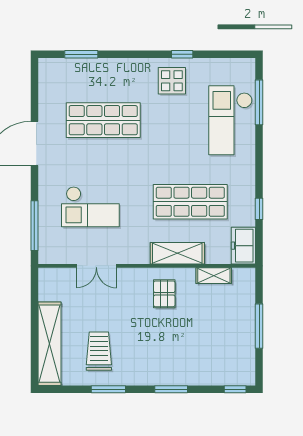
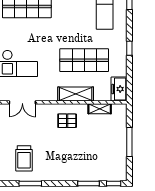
window: (259, 209) -> (129, 48), moved
pallet: (164, 294) -> (67, 121), turned 90
trolley: (99, 351) -> (24, 158), turned 180
window: (171, 389) -> (88, 183), moved

